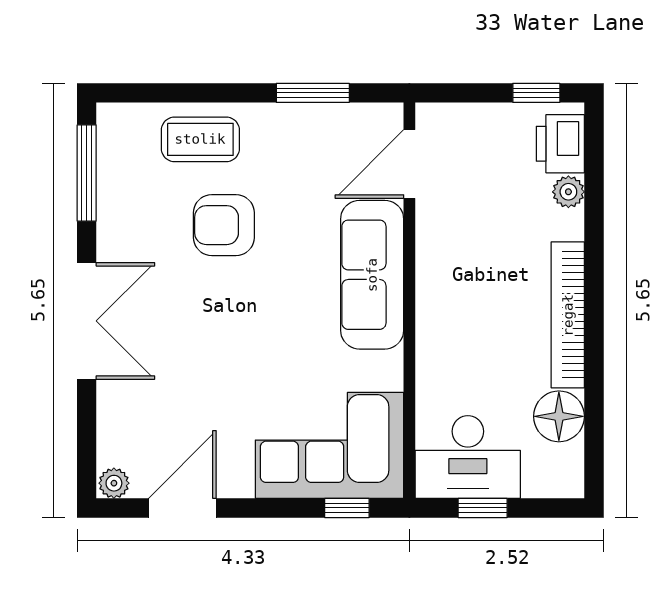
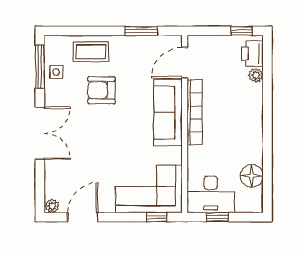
side table: (123, 184) -> (56, 72), added
bookcase: (568, 315) -> (195, 112), moved, turned 180

